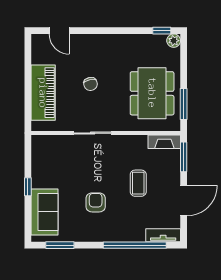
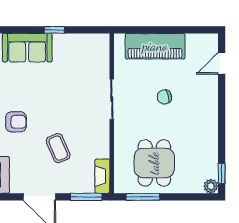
dining table: (152, 93) -> (154, 163), width x0.73
coffee table: (138, 183) -> (58, 148), turned 67
armchair: (96, 202) -> (16, 122), moved

